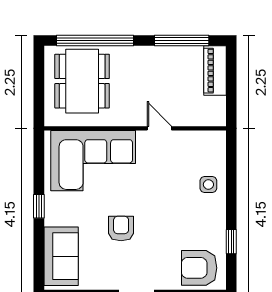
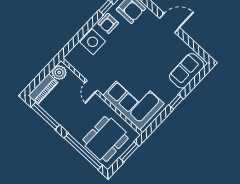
window: (39, 92) -> (129, 152), added
plant: (214, 109) -> (59, 73), added
side table: (208, 184) -> (93, 42), width x1.87, depth x1.87
armchair: (121, 228) -> (108, 23), moved

